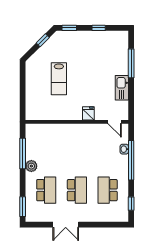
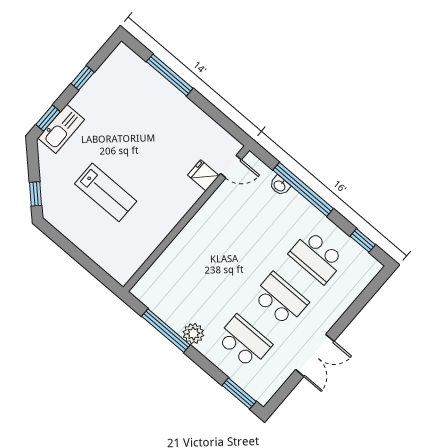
window: (43, 40) -> (36, 194), moved
kitchen sink: (122, 88) -> (61, 129), moved, turned -90
fridge: (88, 113) -> (203, 175), moved

